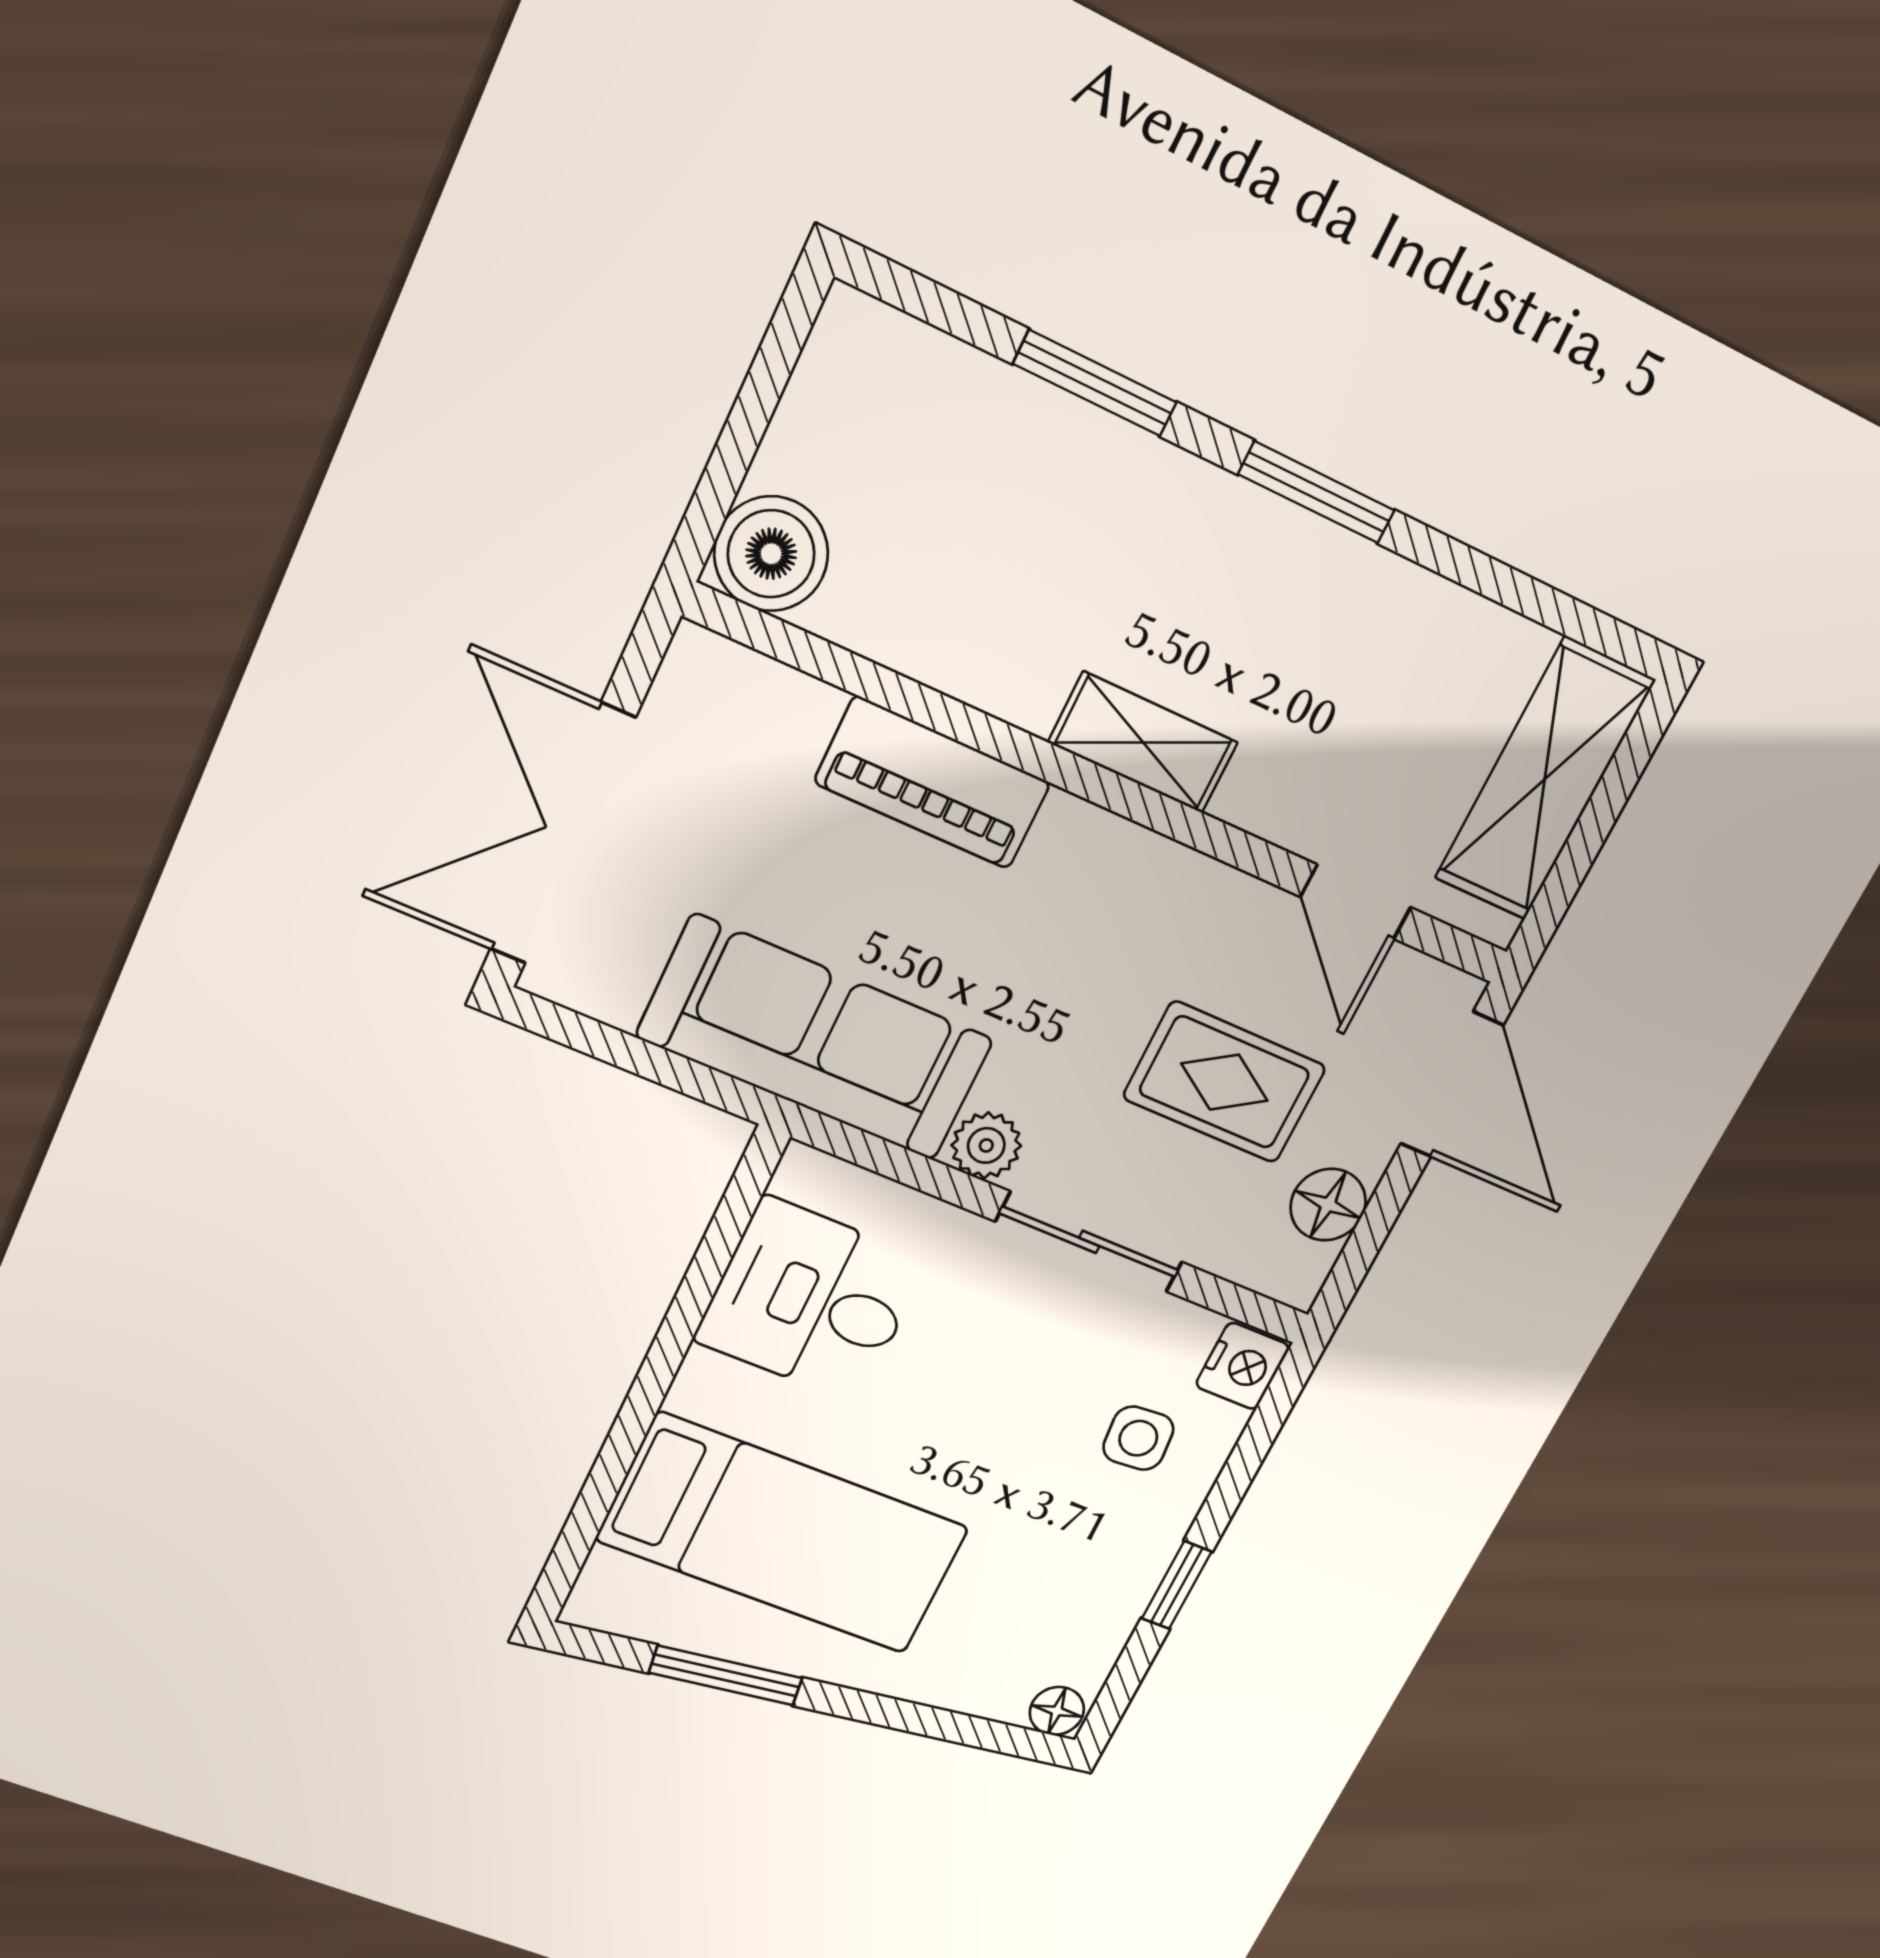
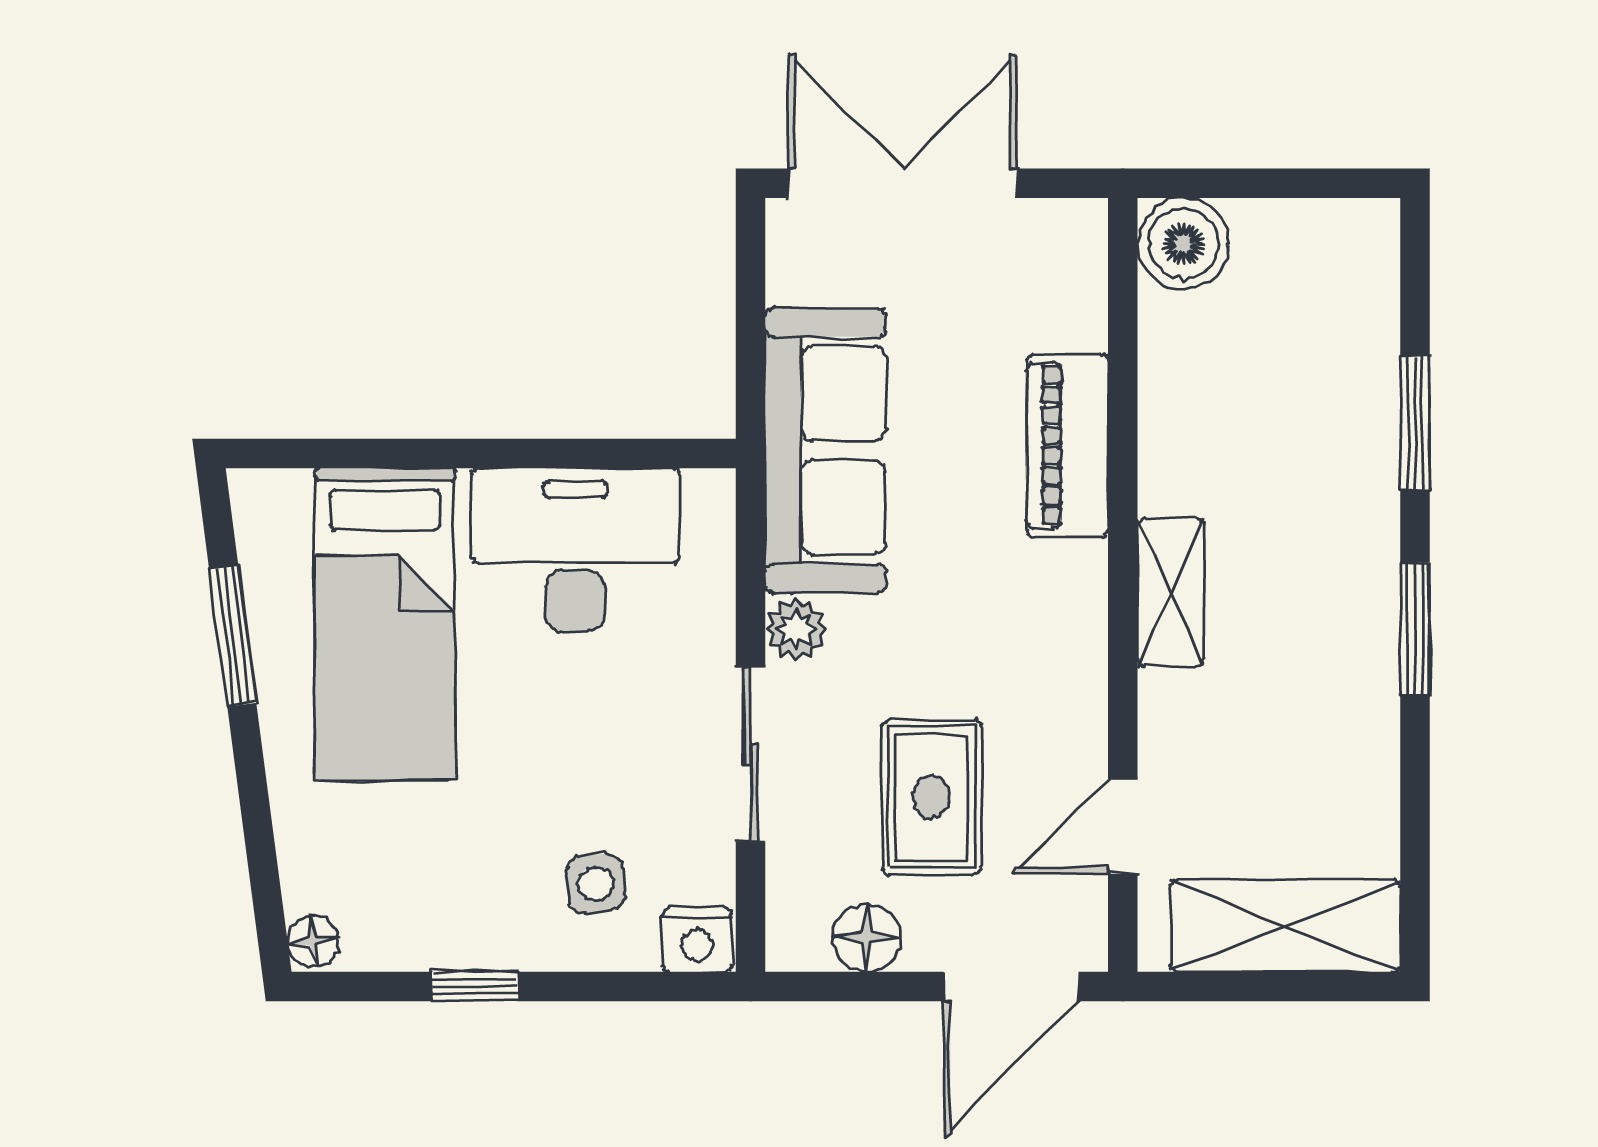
desk: (811, 1300) -> (575, 550), width x1.37

